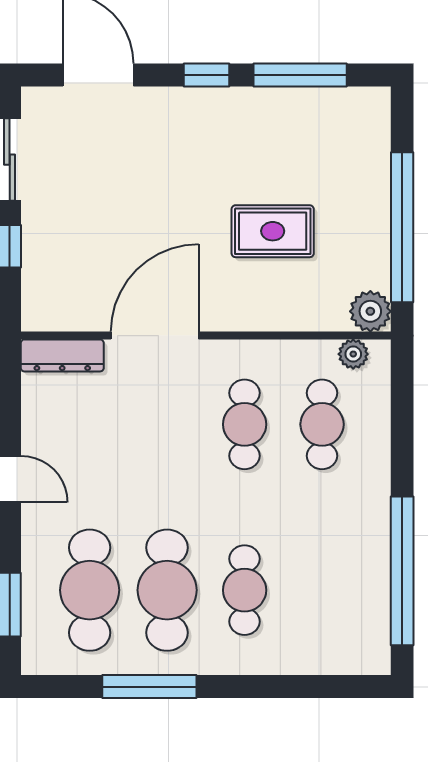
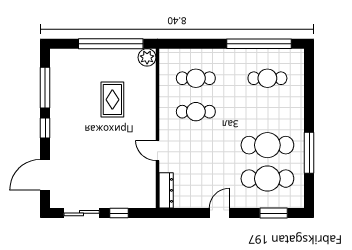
door: (155, 336) -> (157, 150), width x0.53
plant: (353, 354) -> (165, 65), removed
cafe table: (245, 590) -> (267, 78), moved

